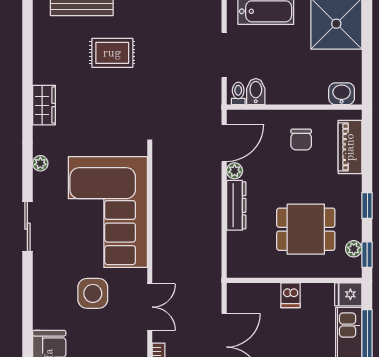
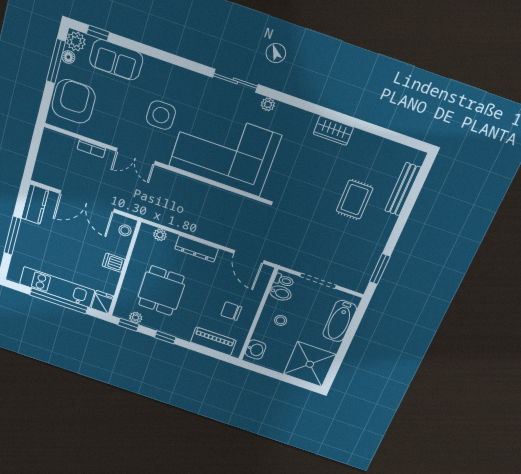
stool: (291, 79) -> (281, 320), added
plant: (40, 163) -> (268, 104), moved
plant: (235, 171) -> (160, 235), moved
stool: (244, 294) -> (125, 230), added

